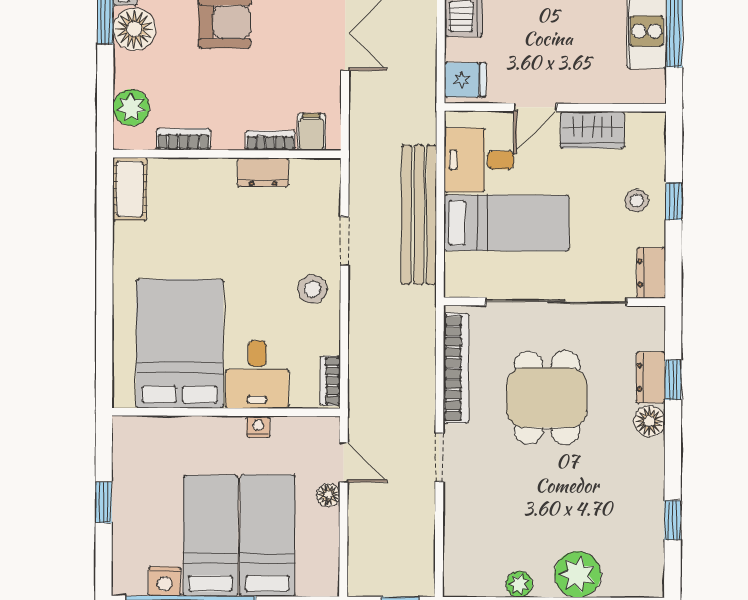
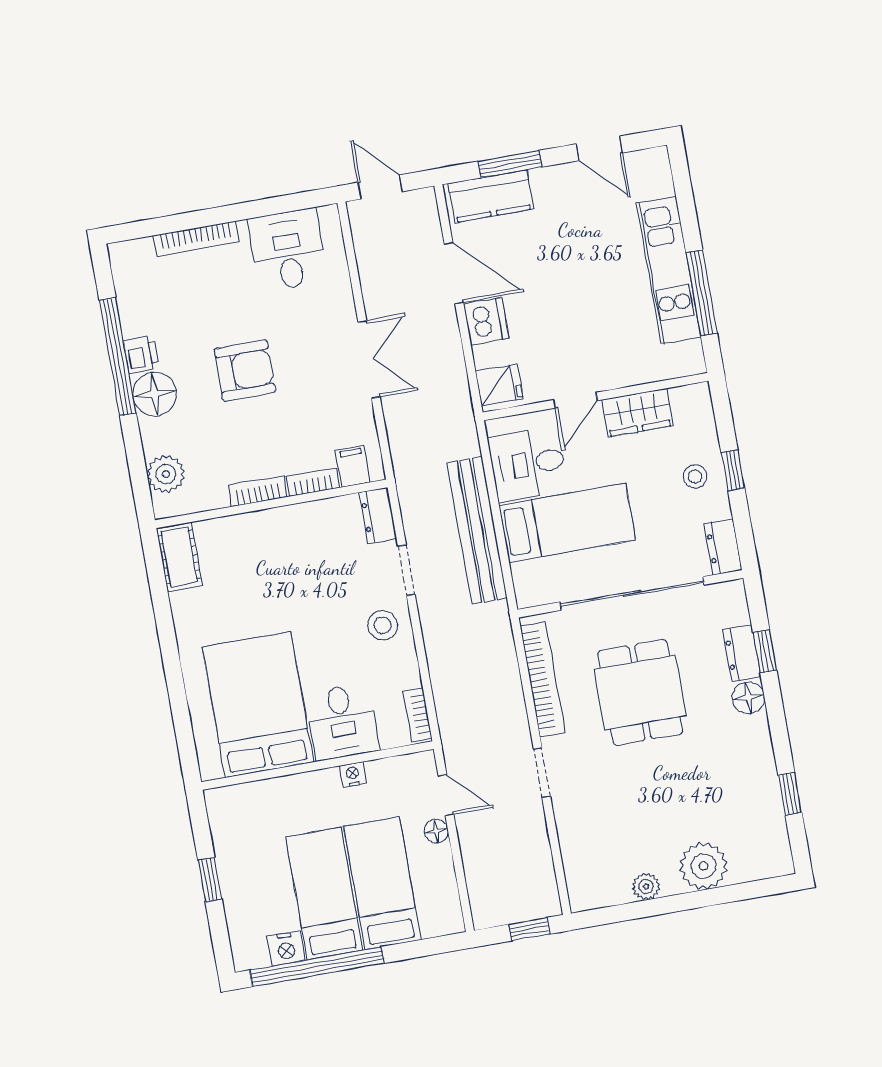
bookcase: (183, 139) -> (258, 491), moved
dresser: (263, 172) -> (378, 516), moved, turned 90

